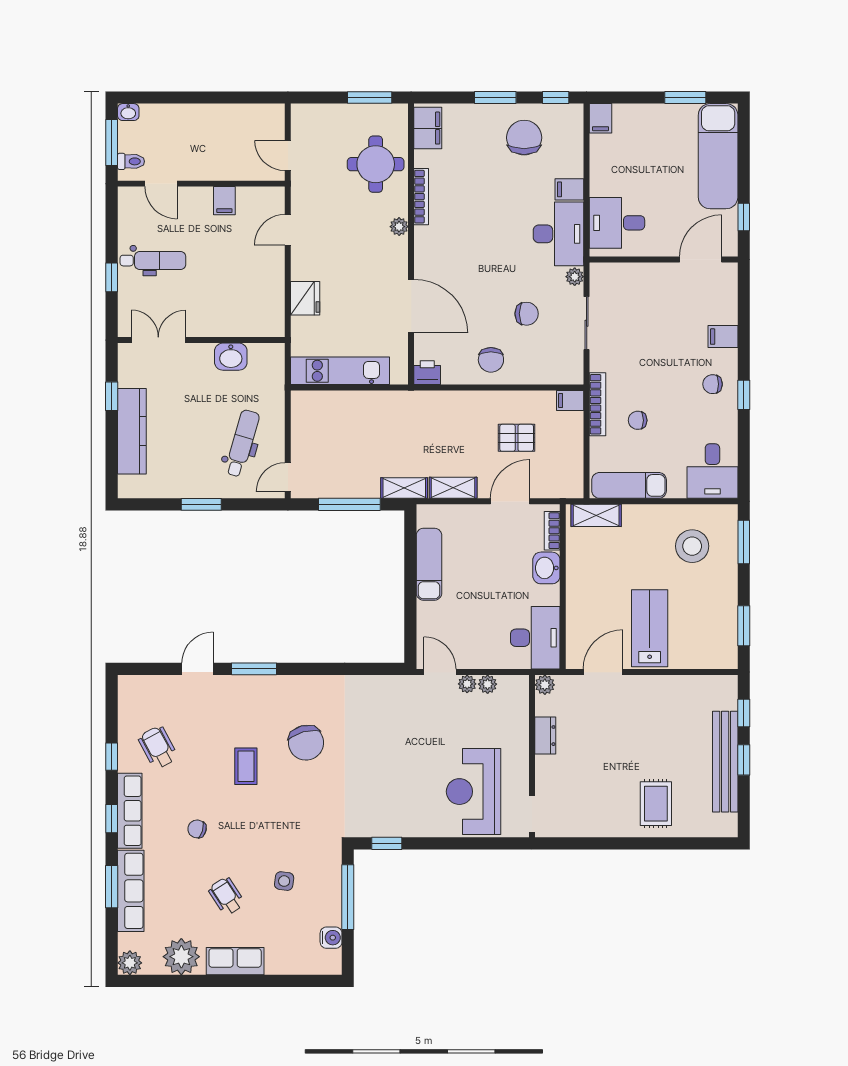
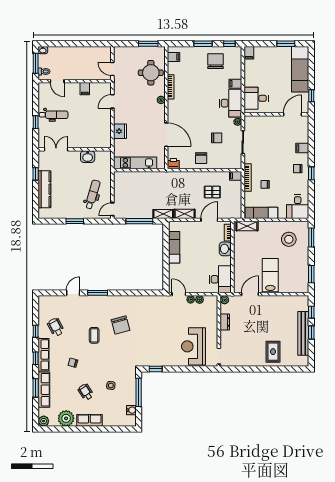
filing cabinet: (428, 128) -> (174, 57), width x0.50

